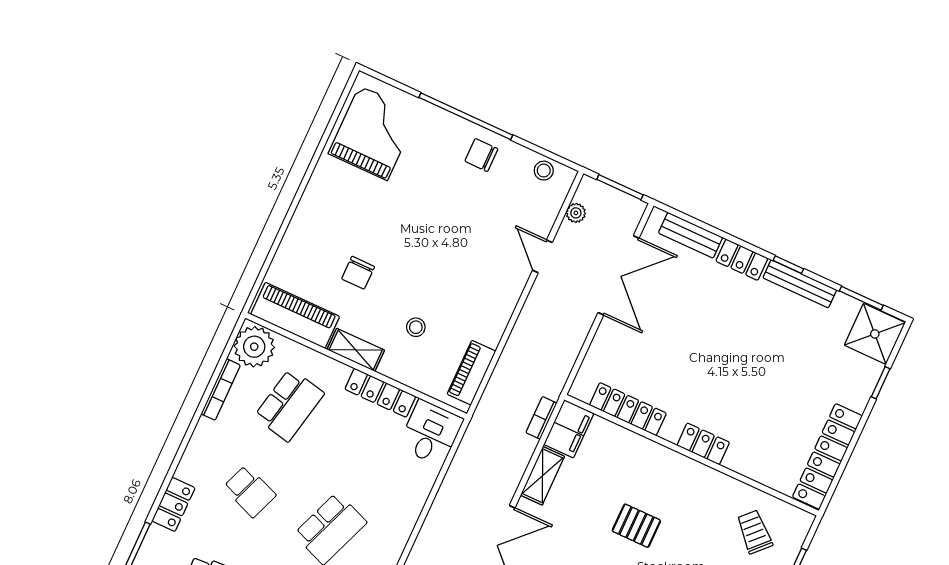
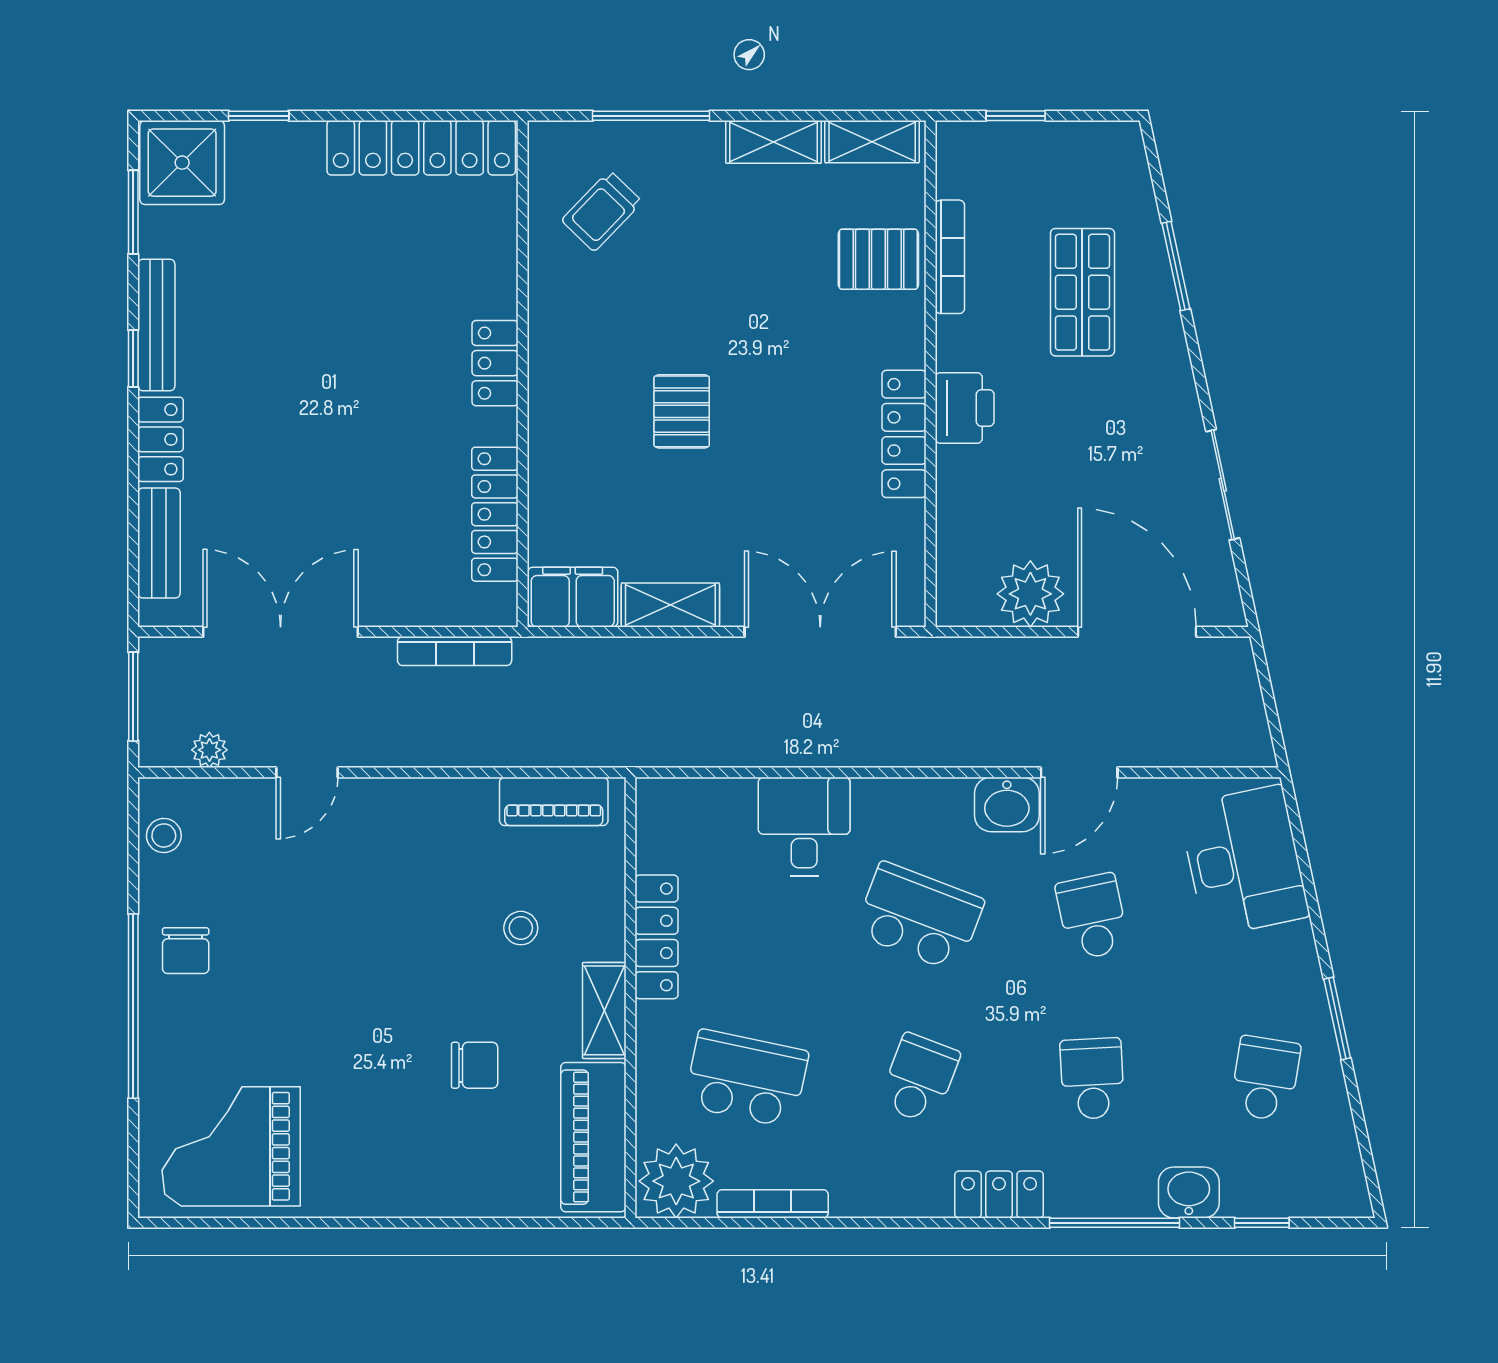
bookcase: (541, 418) -> (455, 651), moved, width x1.56
desk: (431, 433) -> (804, 826), moved, turned 90

